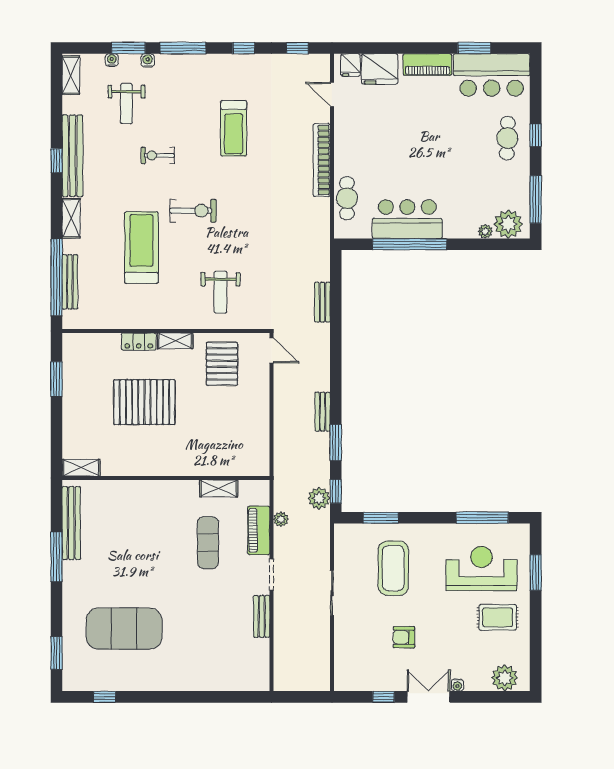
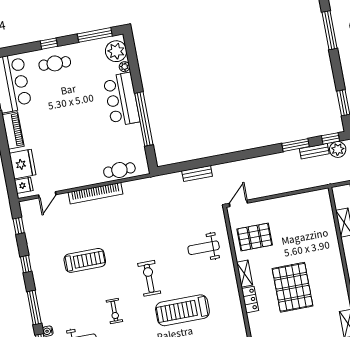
bar counter: (407, 219) -> (122, 99), moved
weight bench: (220, 292) -> (204, 248), turned 180
bench: (323, 412) -> (314, 151), moved

